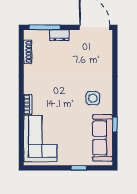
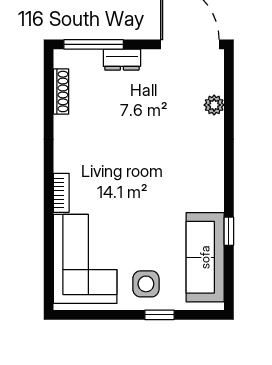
plant: (107, 59) -> (214, 105), added
side table: (93, 98) -> (146, 284), moved

